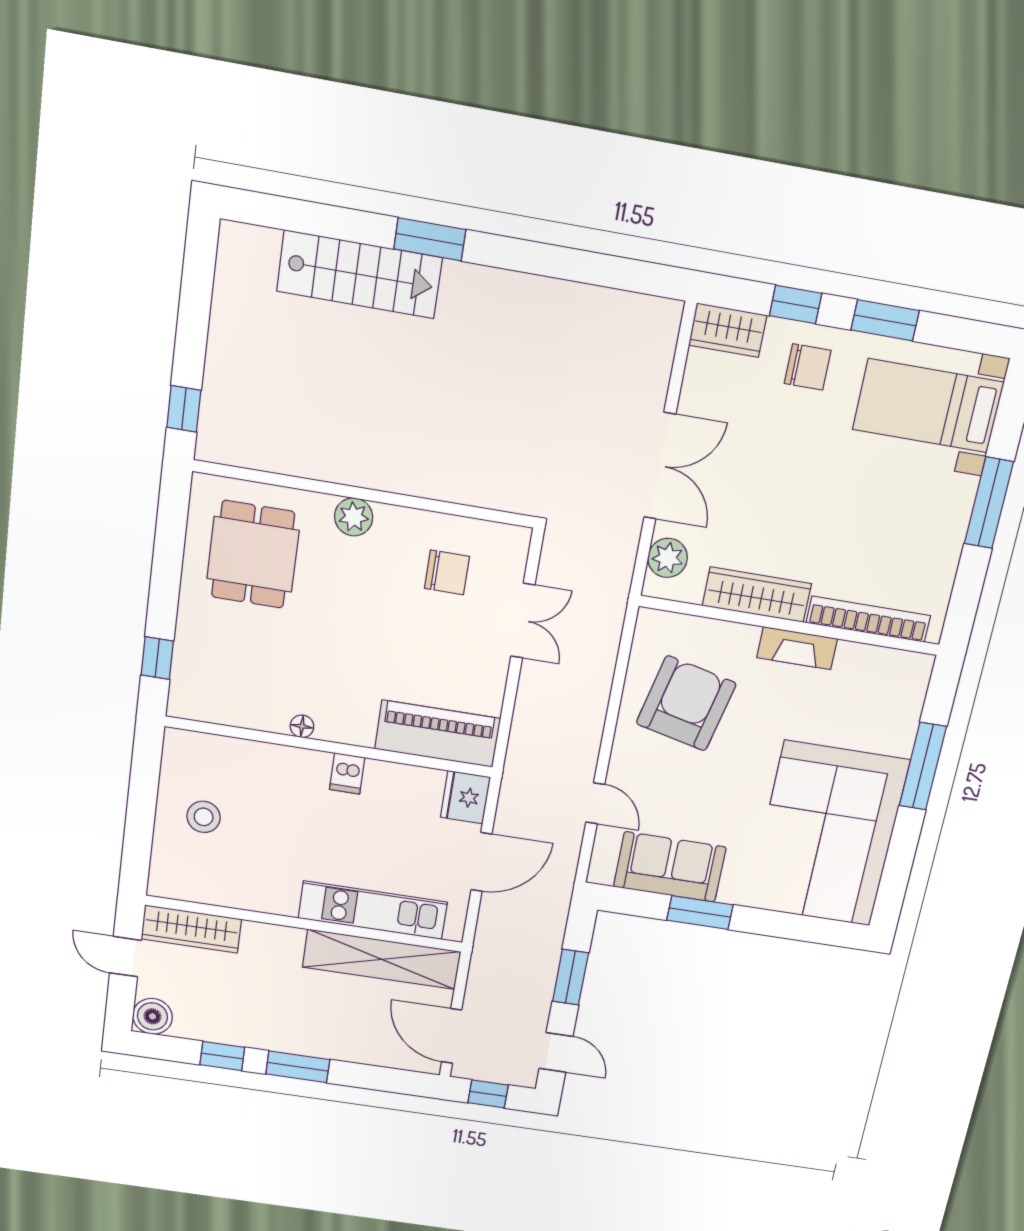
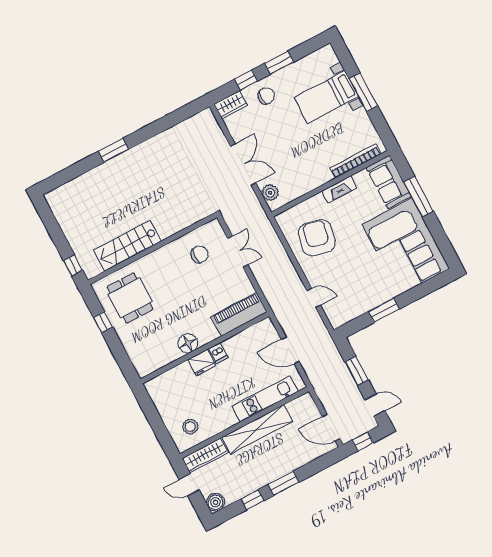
stairs: (359, 274) -> (127, 246), moved, turned 180
bed with nightstands: (928, 406) -> (326, 97), moved
plant: (354, 517) -> (154, 259), removed
wardrobe: (757, 595) -> (310, 182), removed
window: (157, 658) -> (103, 322), moved
floor lamp: (302, 726) -> (188, 343), width x1.89, depth x1.89
fridge: (465, 797) -> (202, 363), moved, turned -90
stool: (204, 817) -> (190, 427), moved
door: (481, 862) -> (290, 351), swing flipped
sofa: (670, 867) -> (389, 182), moved, turned -90
shelving: (382, 959) -> (257, 429), moved

